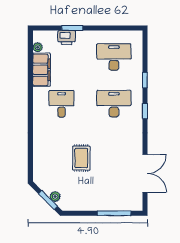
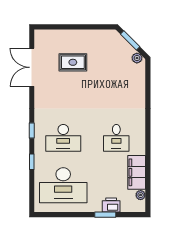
desk: (114, 57) -> (63, 185), width x1.36, depth x1.30
rug: (81, 158) -> (73, 62), moved, turned 90
plant: (55, 196) -> (137, 58), moved
window: (114, 213) -> (63, 27), removed

